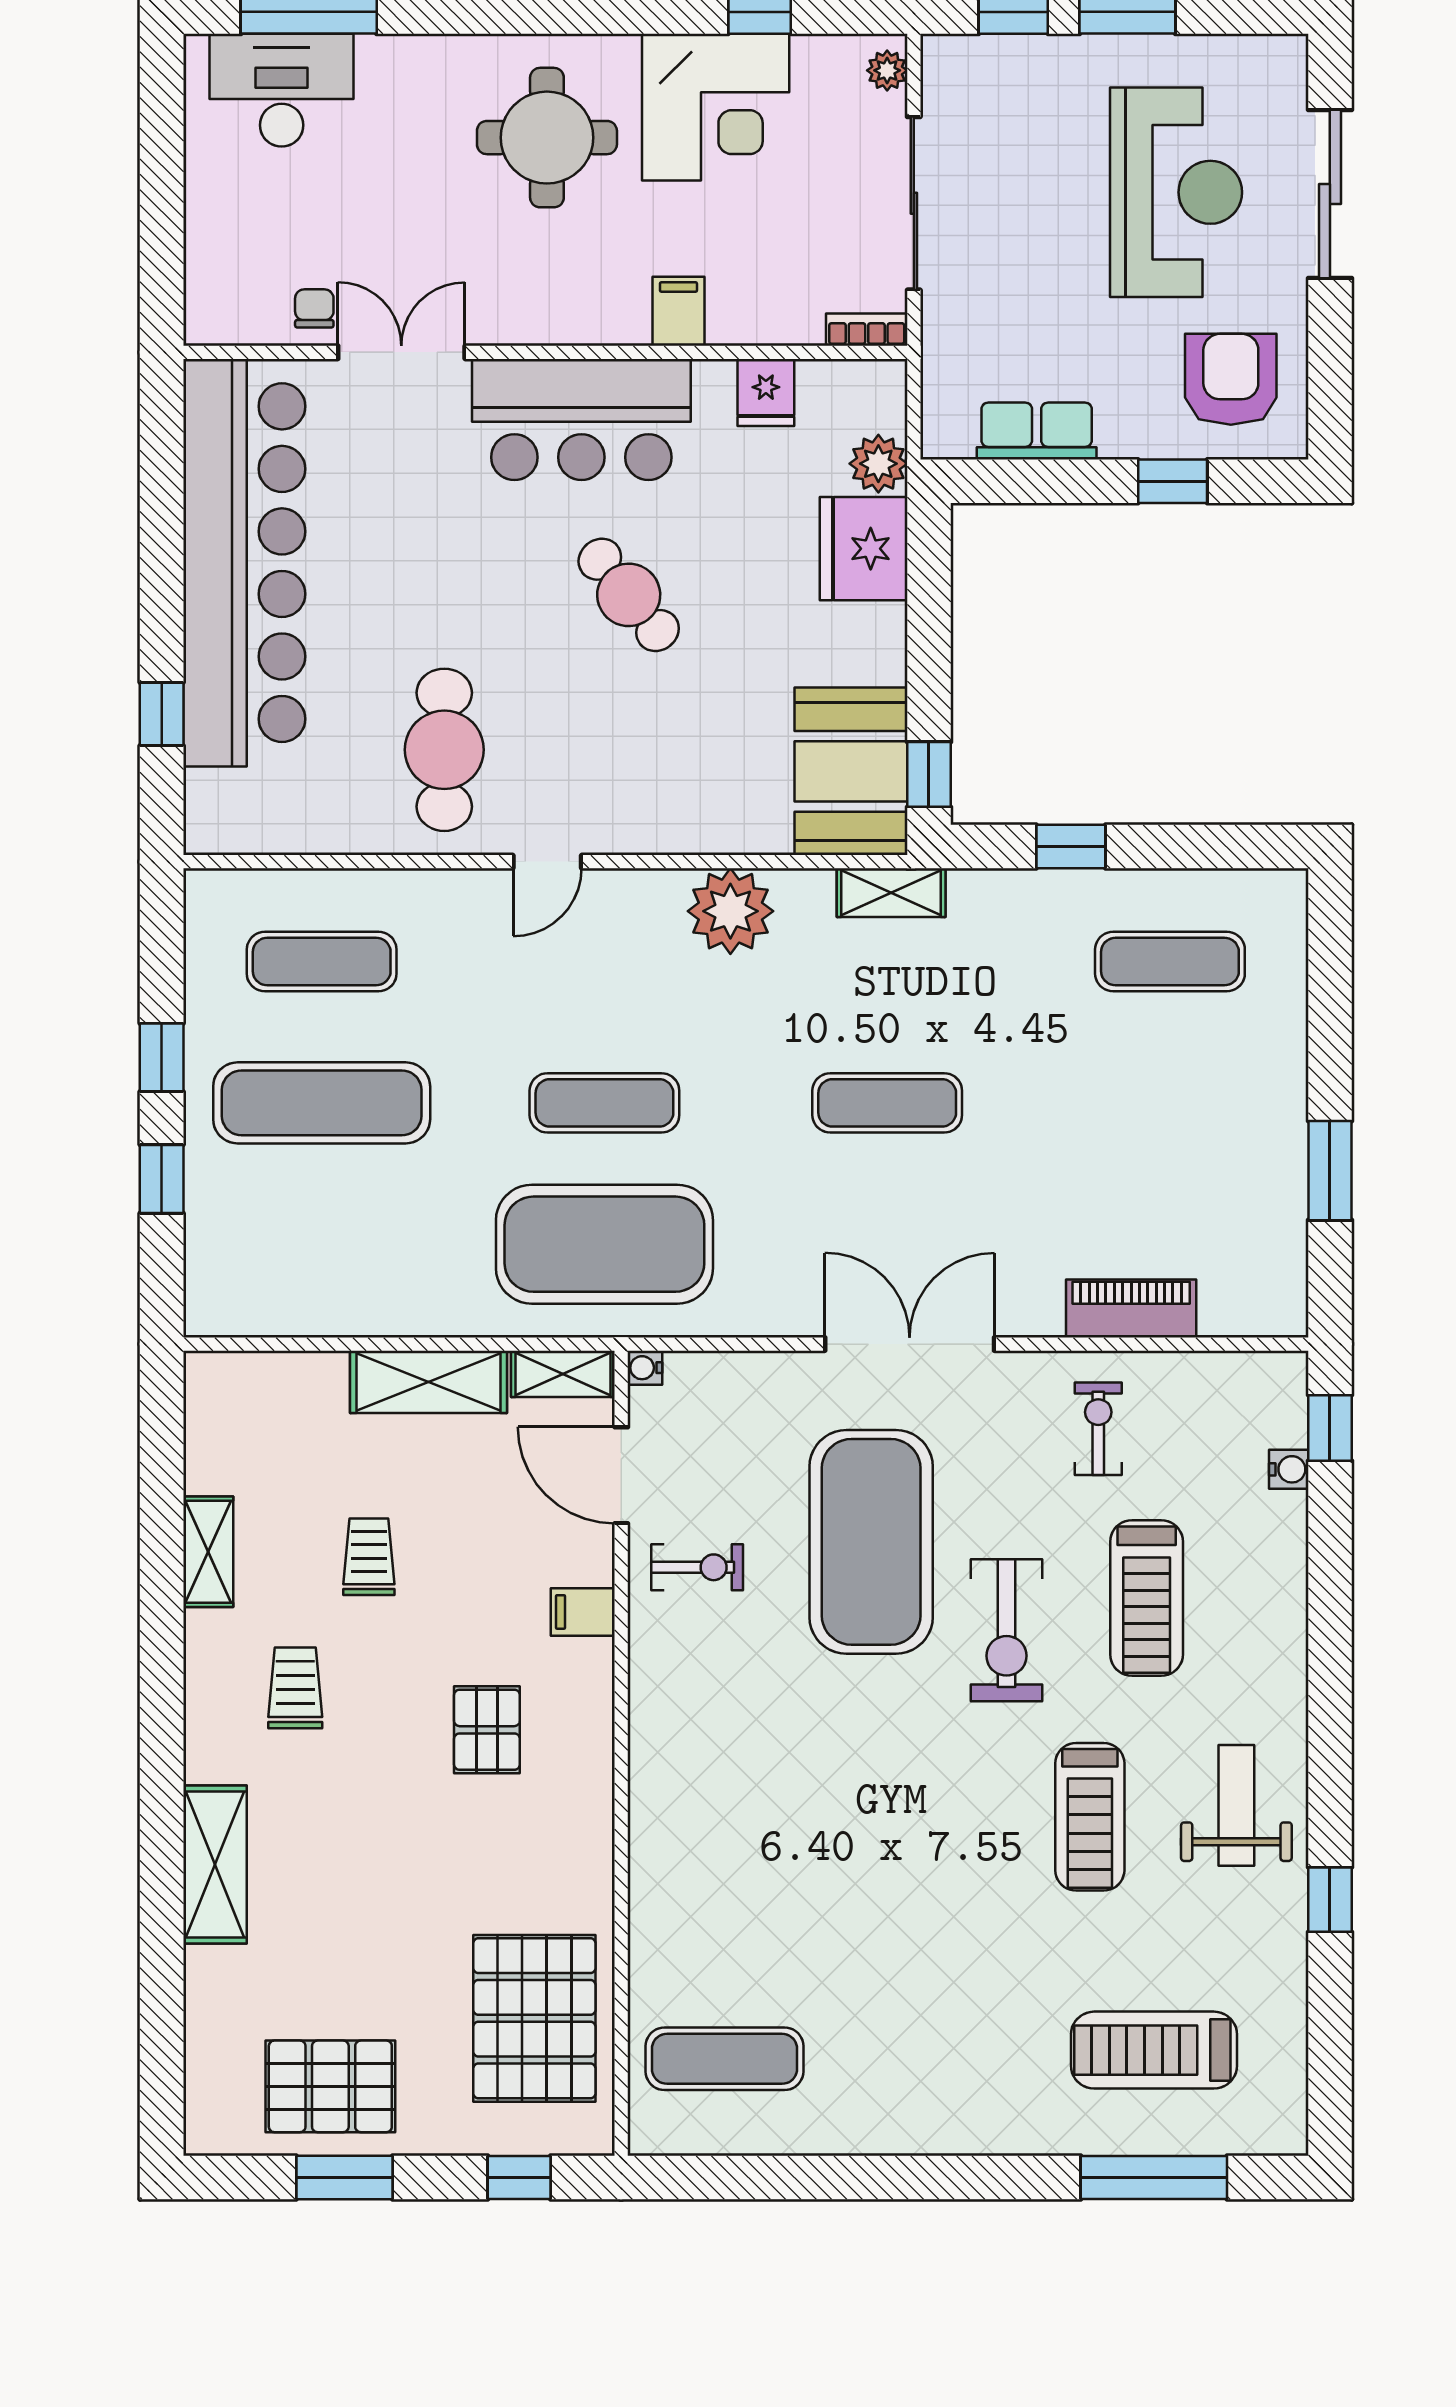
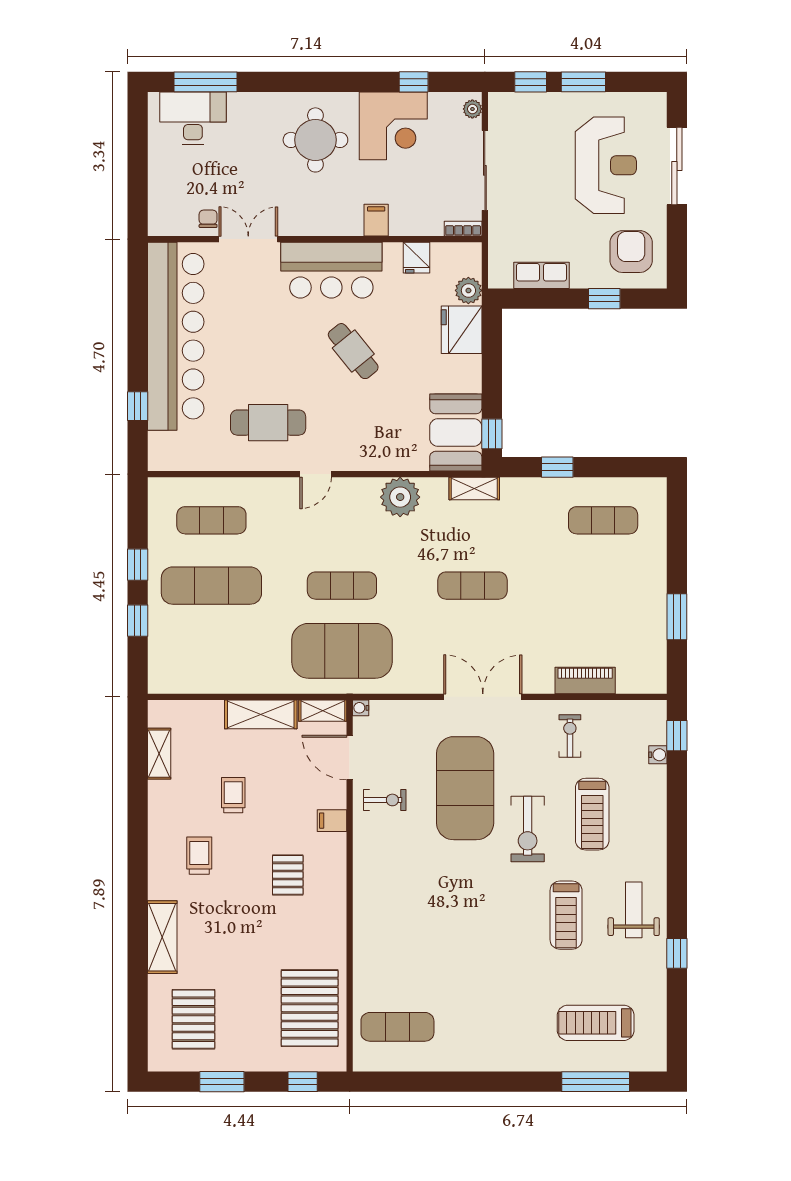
cafe table: (444, 750) -> (268, 423), turned 90
shelving: (208, 1552) -> (159, 754), moved
pallet: (330, 2086) -> (194, 1019), moved, turned 90

